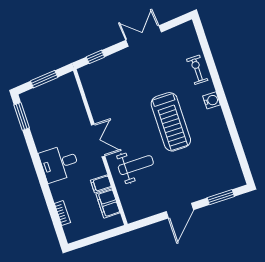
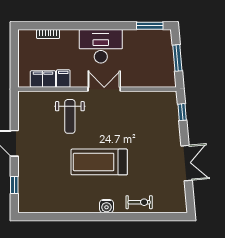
double door: (98, 140) -> (104, 89), swing flipped
desk: (59, 163) -> (101, 46), width x1.37
window: (221, 197) -> (14, 185), width x0.67

